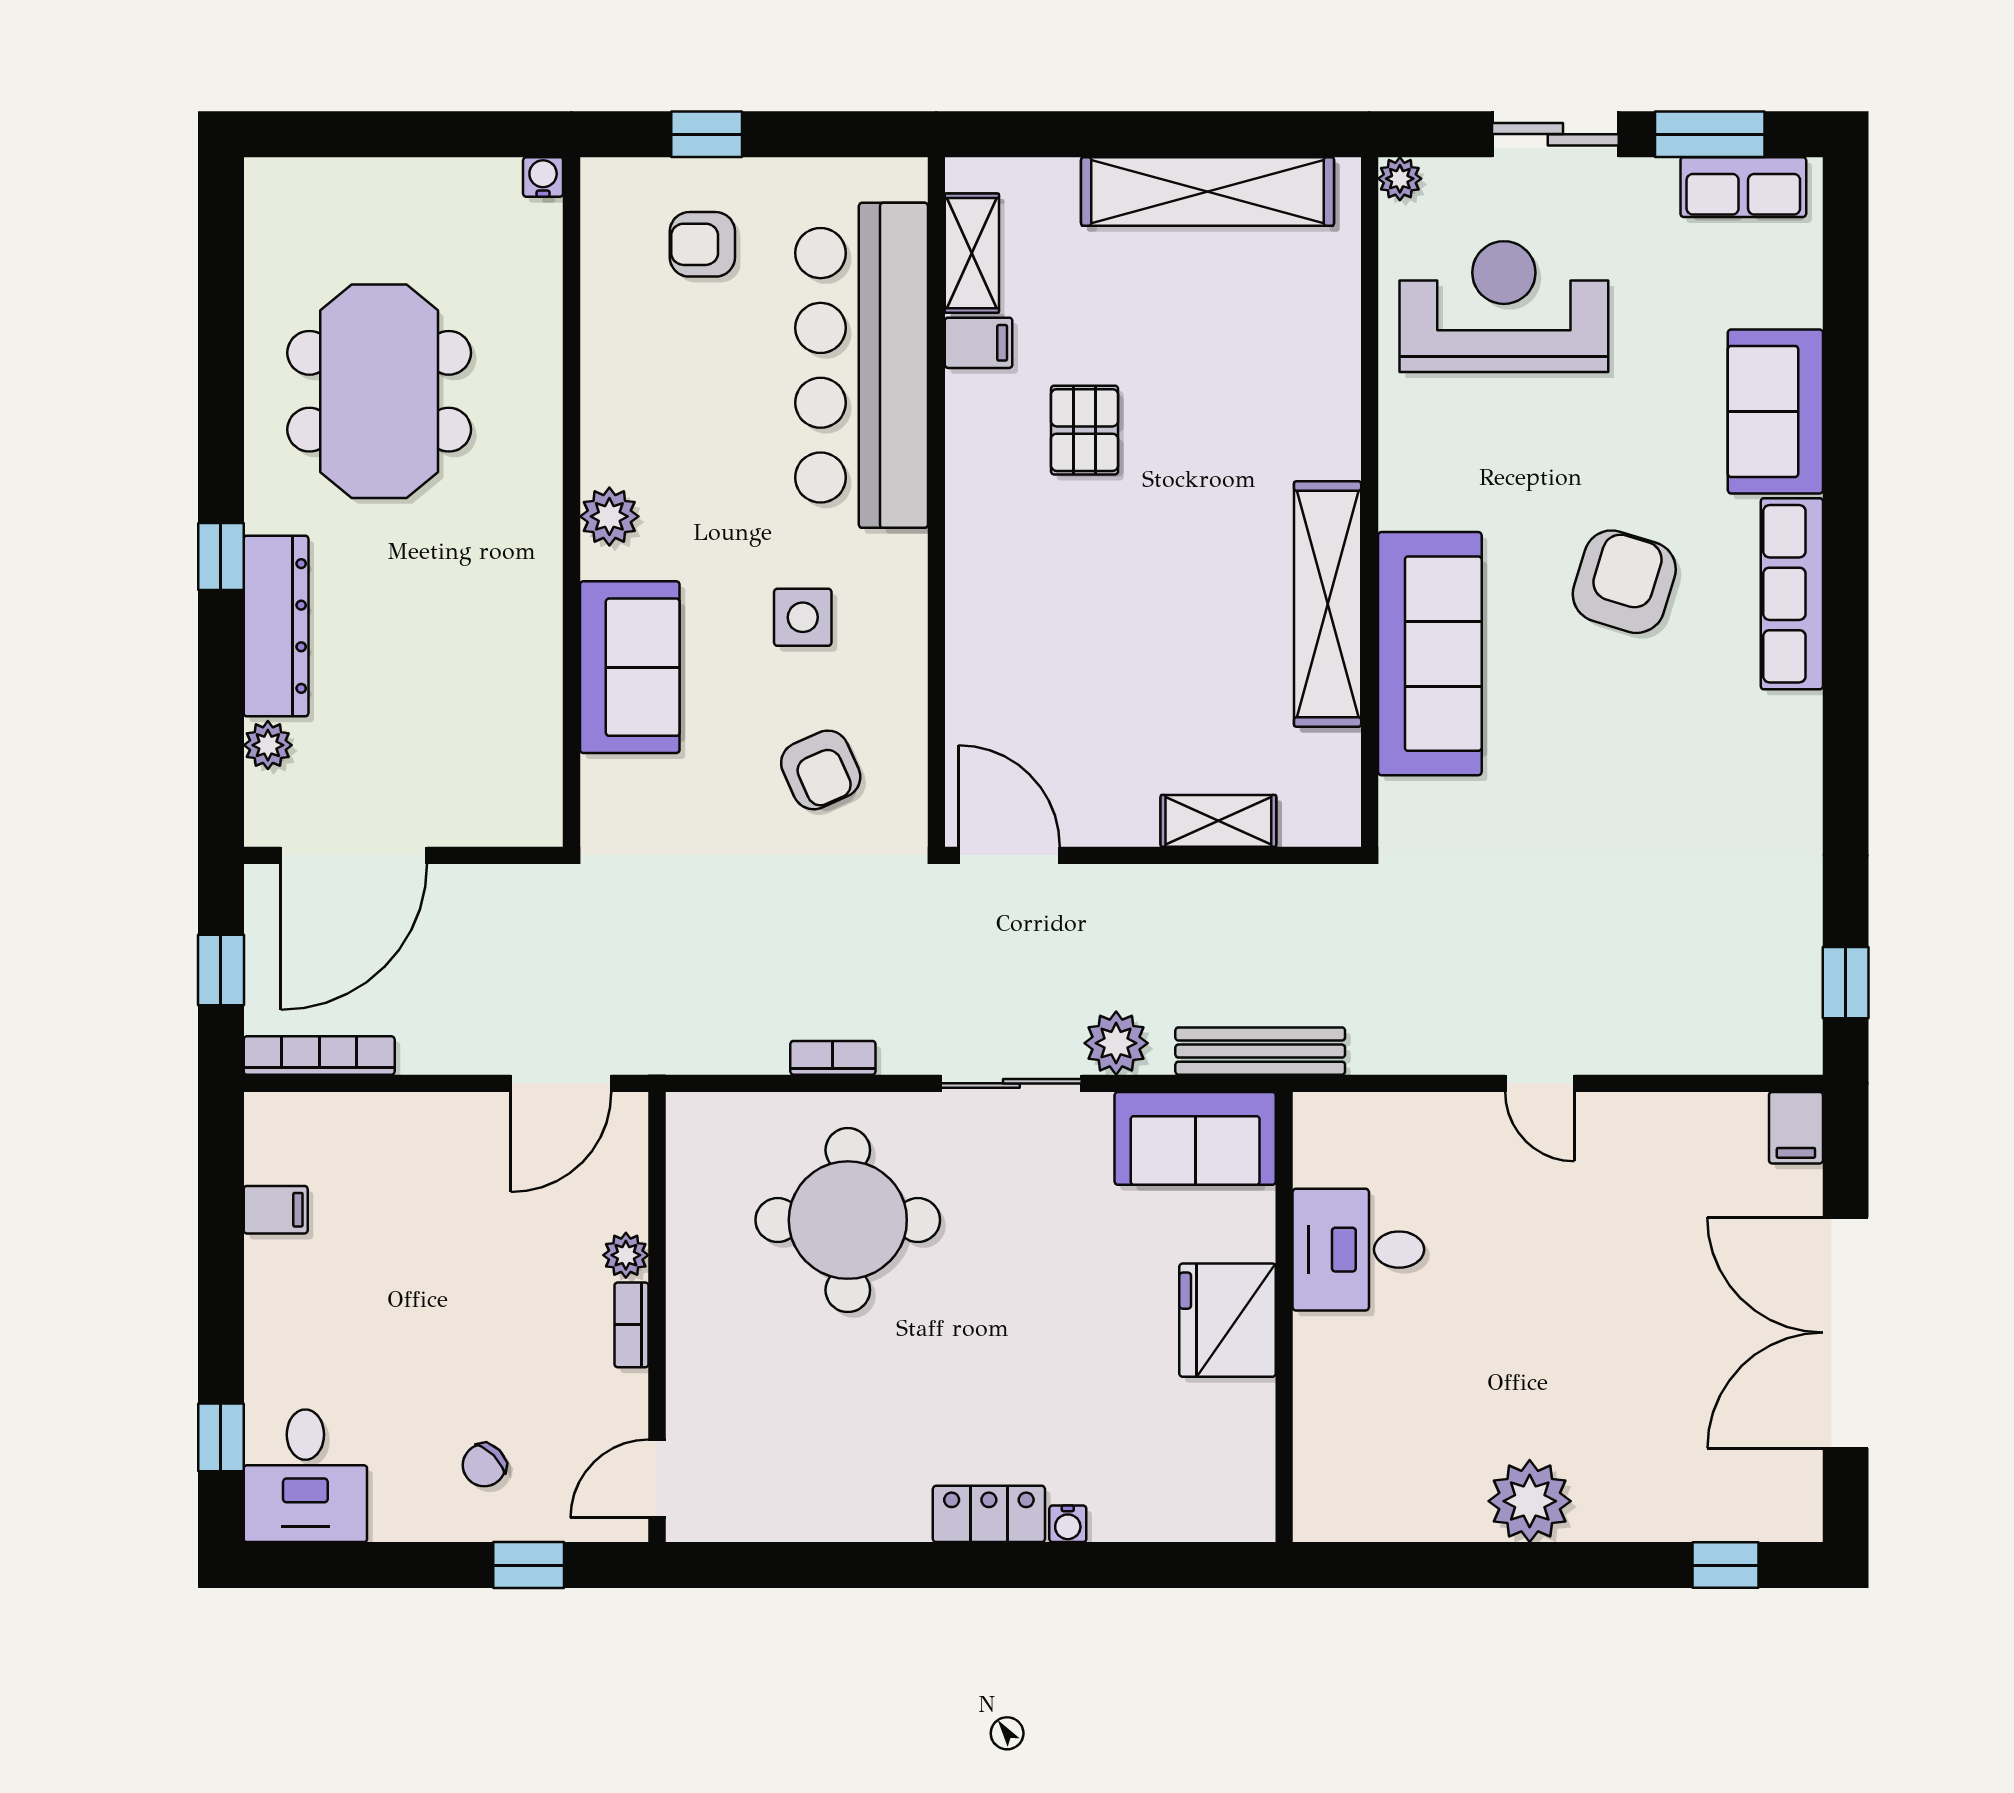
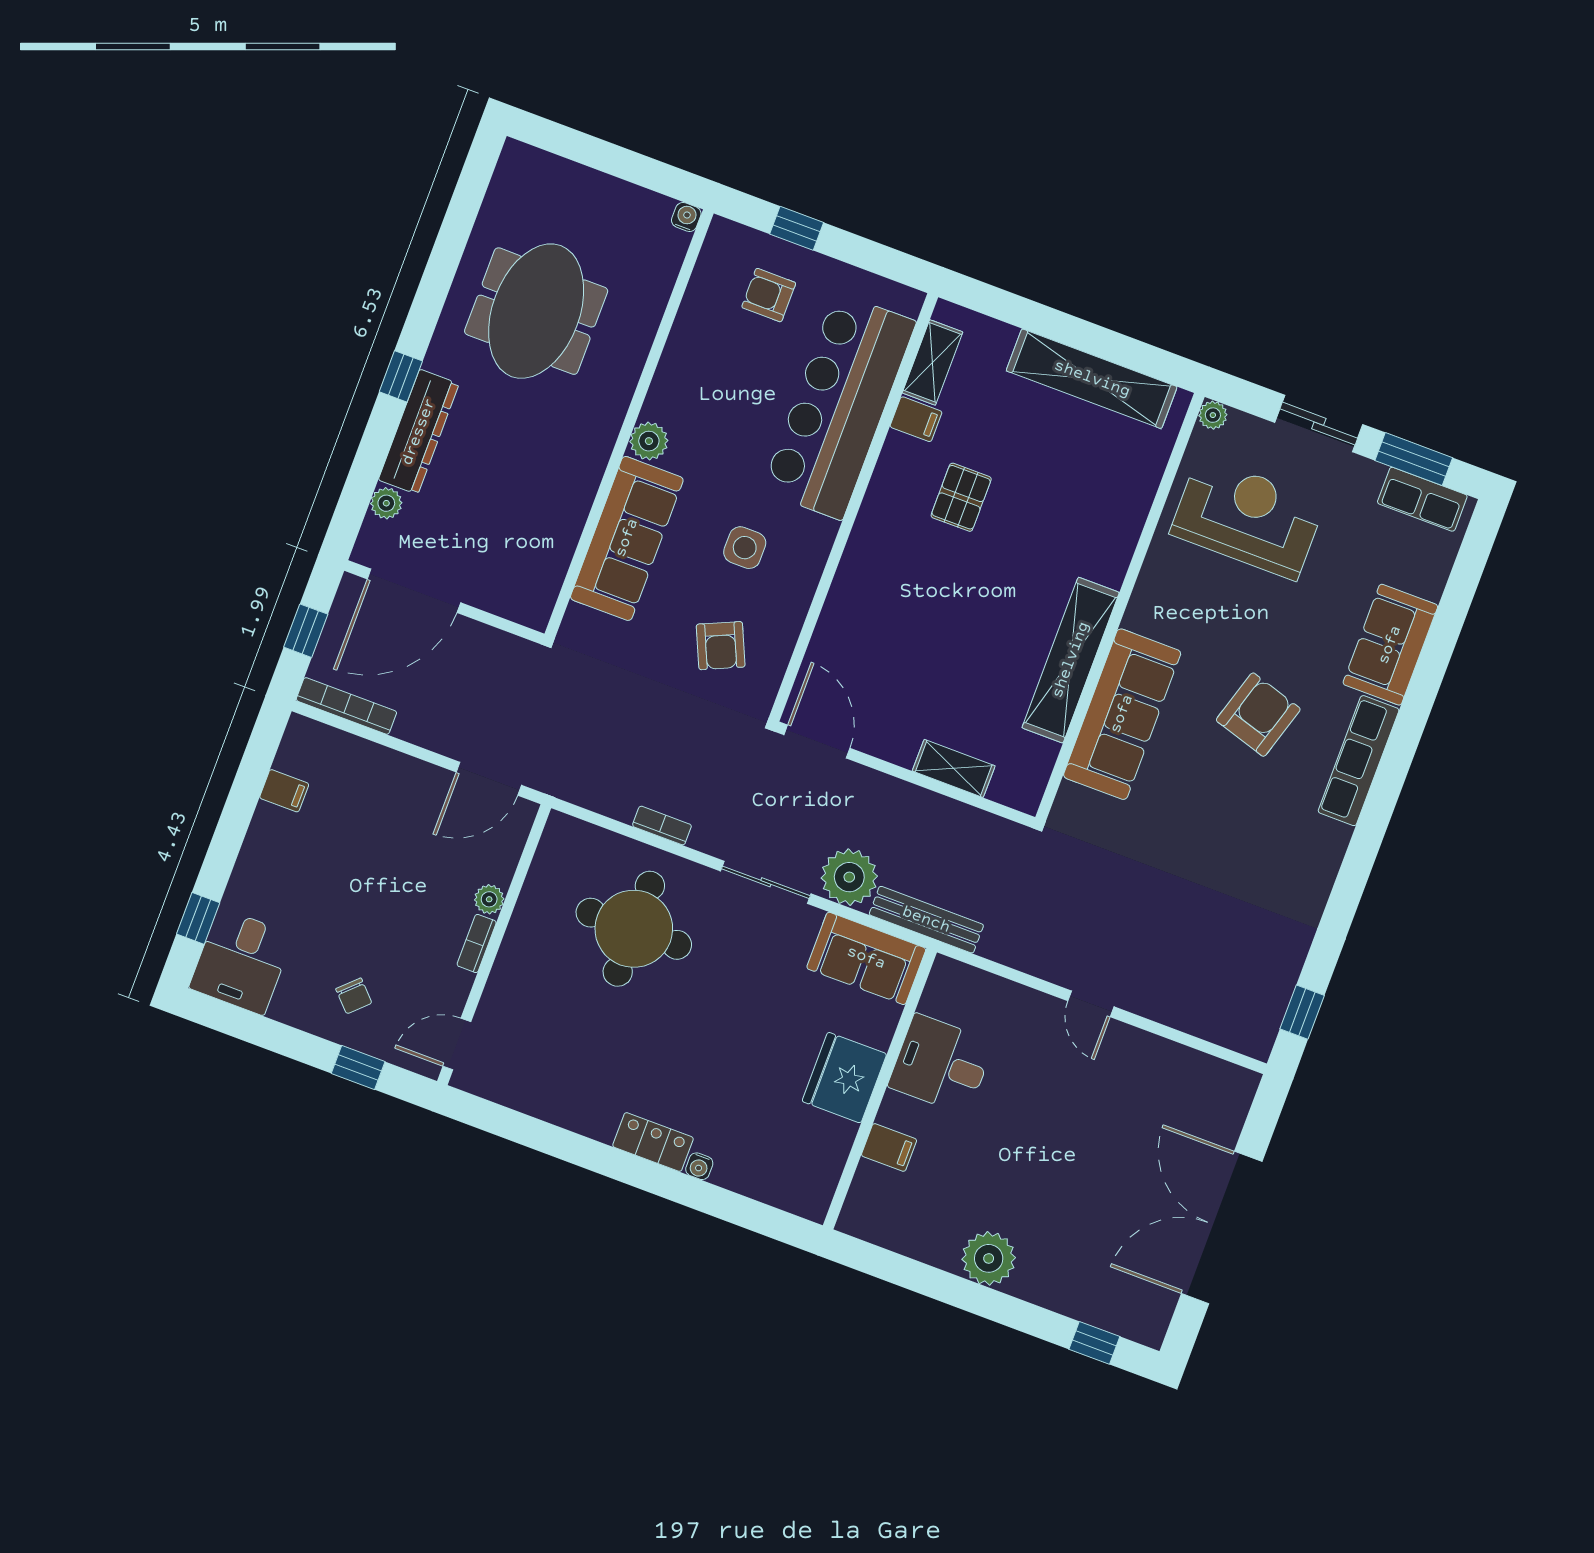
sofa: (630, 667) -> (627, 538), width x1.36
plant: (1116, 1043) -> (849, 877), width x1.36, depth x1.36
filing cabinet: (1796, 1128) -> (889, 1147), moved, turned -90
chair: (484, 1465) -> (354, 996), turned -89

